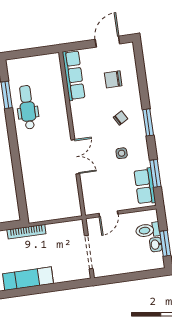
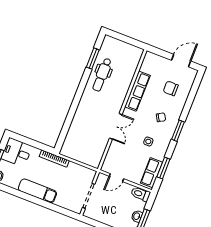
row of seats: (74, 75) -> (137, 91), moved
dental chair: (27, 107) -> (102, 75), turned 180
toilet: (148, 230) -> (141, 194), moved

